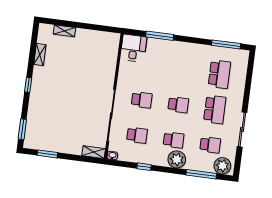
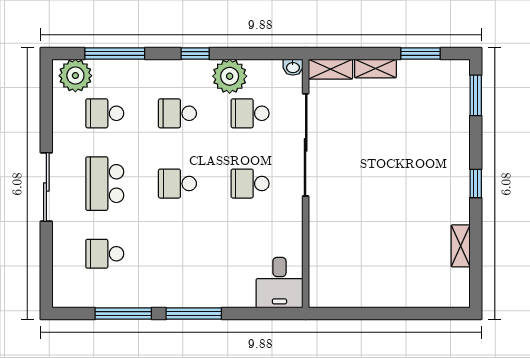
shelving: (64, 31) -> (375, 69), moved
window: (160, 36) -> (194, 314), moved
window: (226, 44) -> (123, 314), moved
school desk: (219, 74) -> (105, 254), width x0.54
sliding door: (242, 129) -> (46, 187), moved
plant: (177, 159) -> (230, 76), moved
window: (144, 167) -> (195, 54), moved

